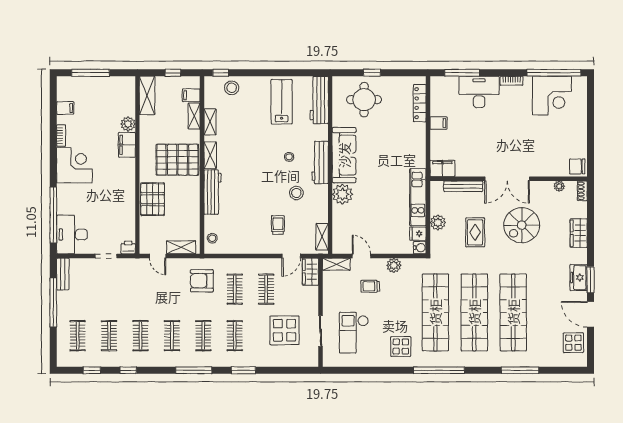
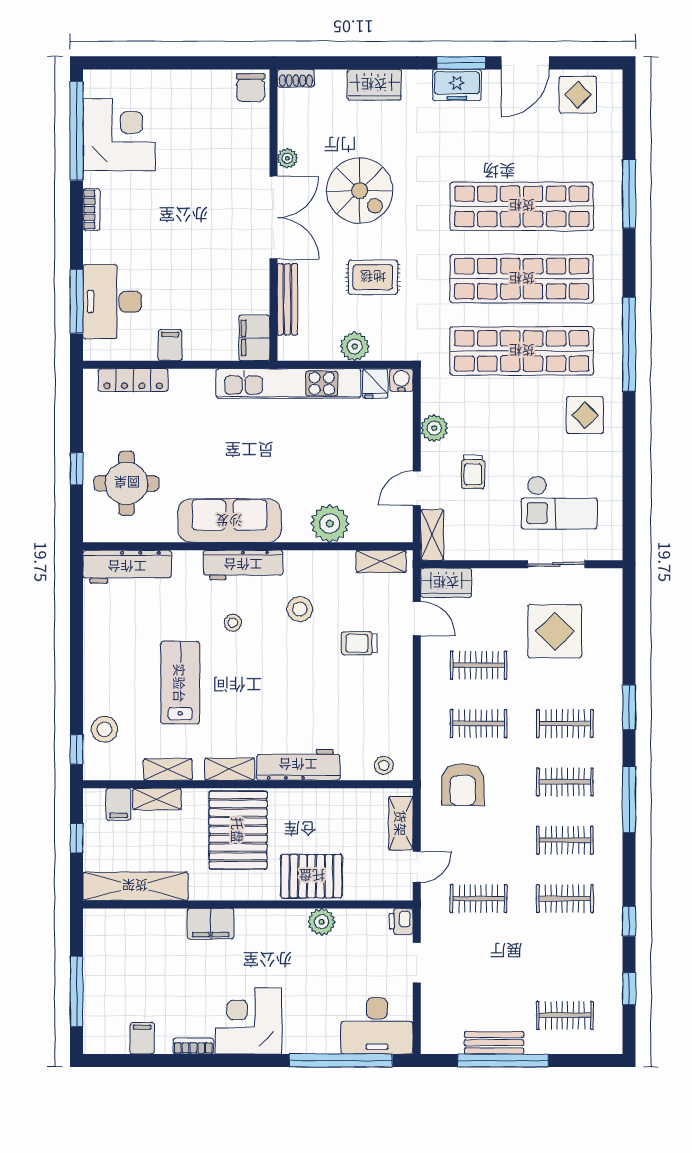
desk: (479, 92) -> (112, 302), moved
shelving: (147, 95) -> (135, 886), width x1.47
lab bench: (282, 102) -> (180, 683), moved, turned 90
plant: (128, 124) -> (322, 922), moved
plant: (559, 186) -> (287, 158), moved
plant: (342, 194) -> (330, 523), moved
kitchen unit: (418, 197) -> (288, 384), width x1.36
bench: (63, 274) -> (494, 1043), moved
clothes rail: (109, 336) -> (478, 899), moved

